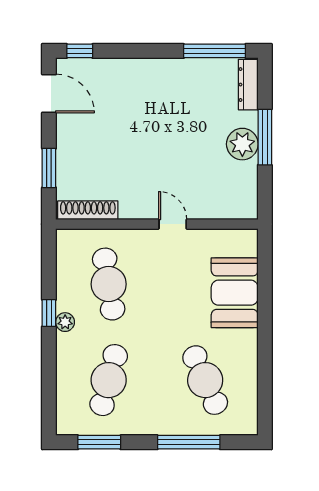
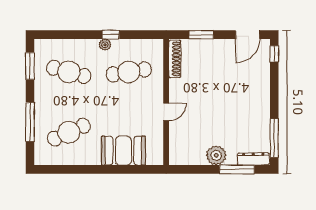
window: (265, 137) -> (237, 169), moved

